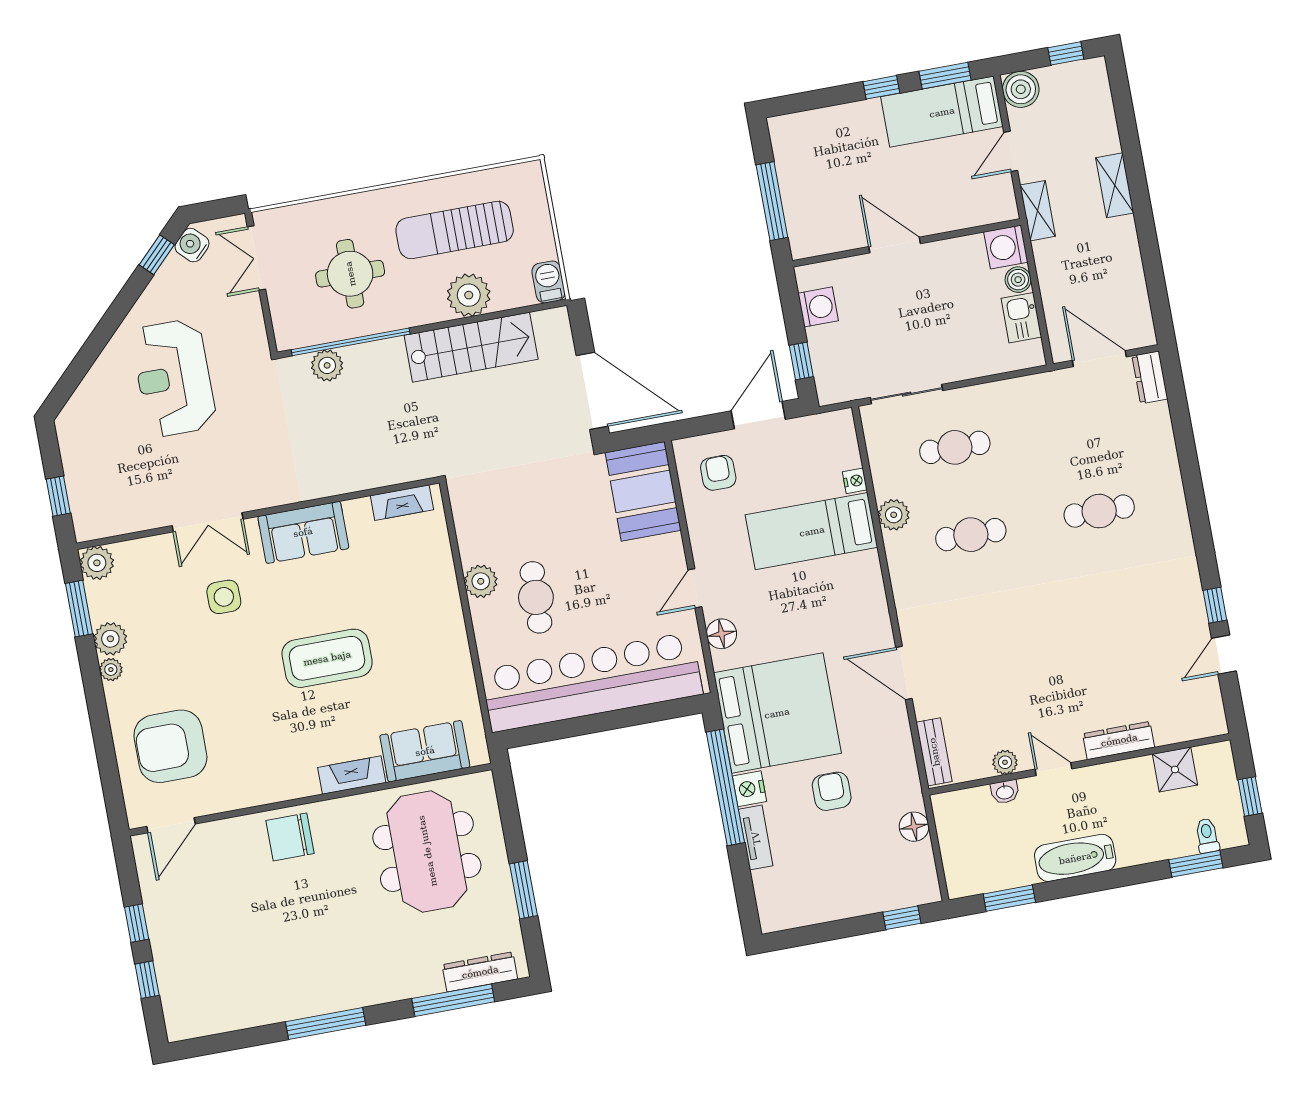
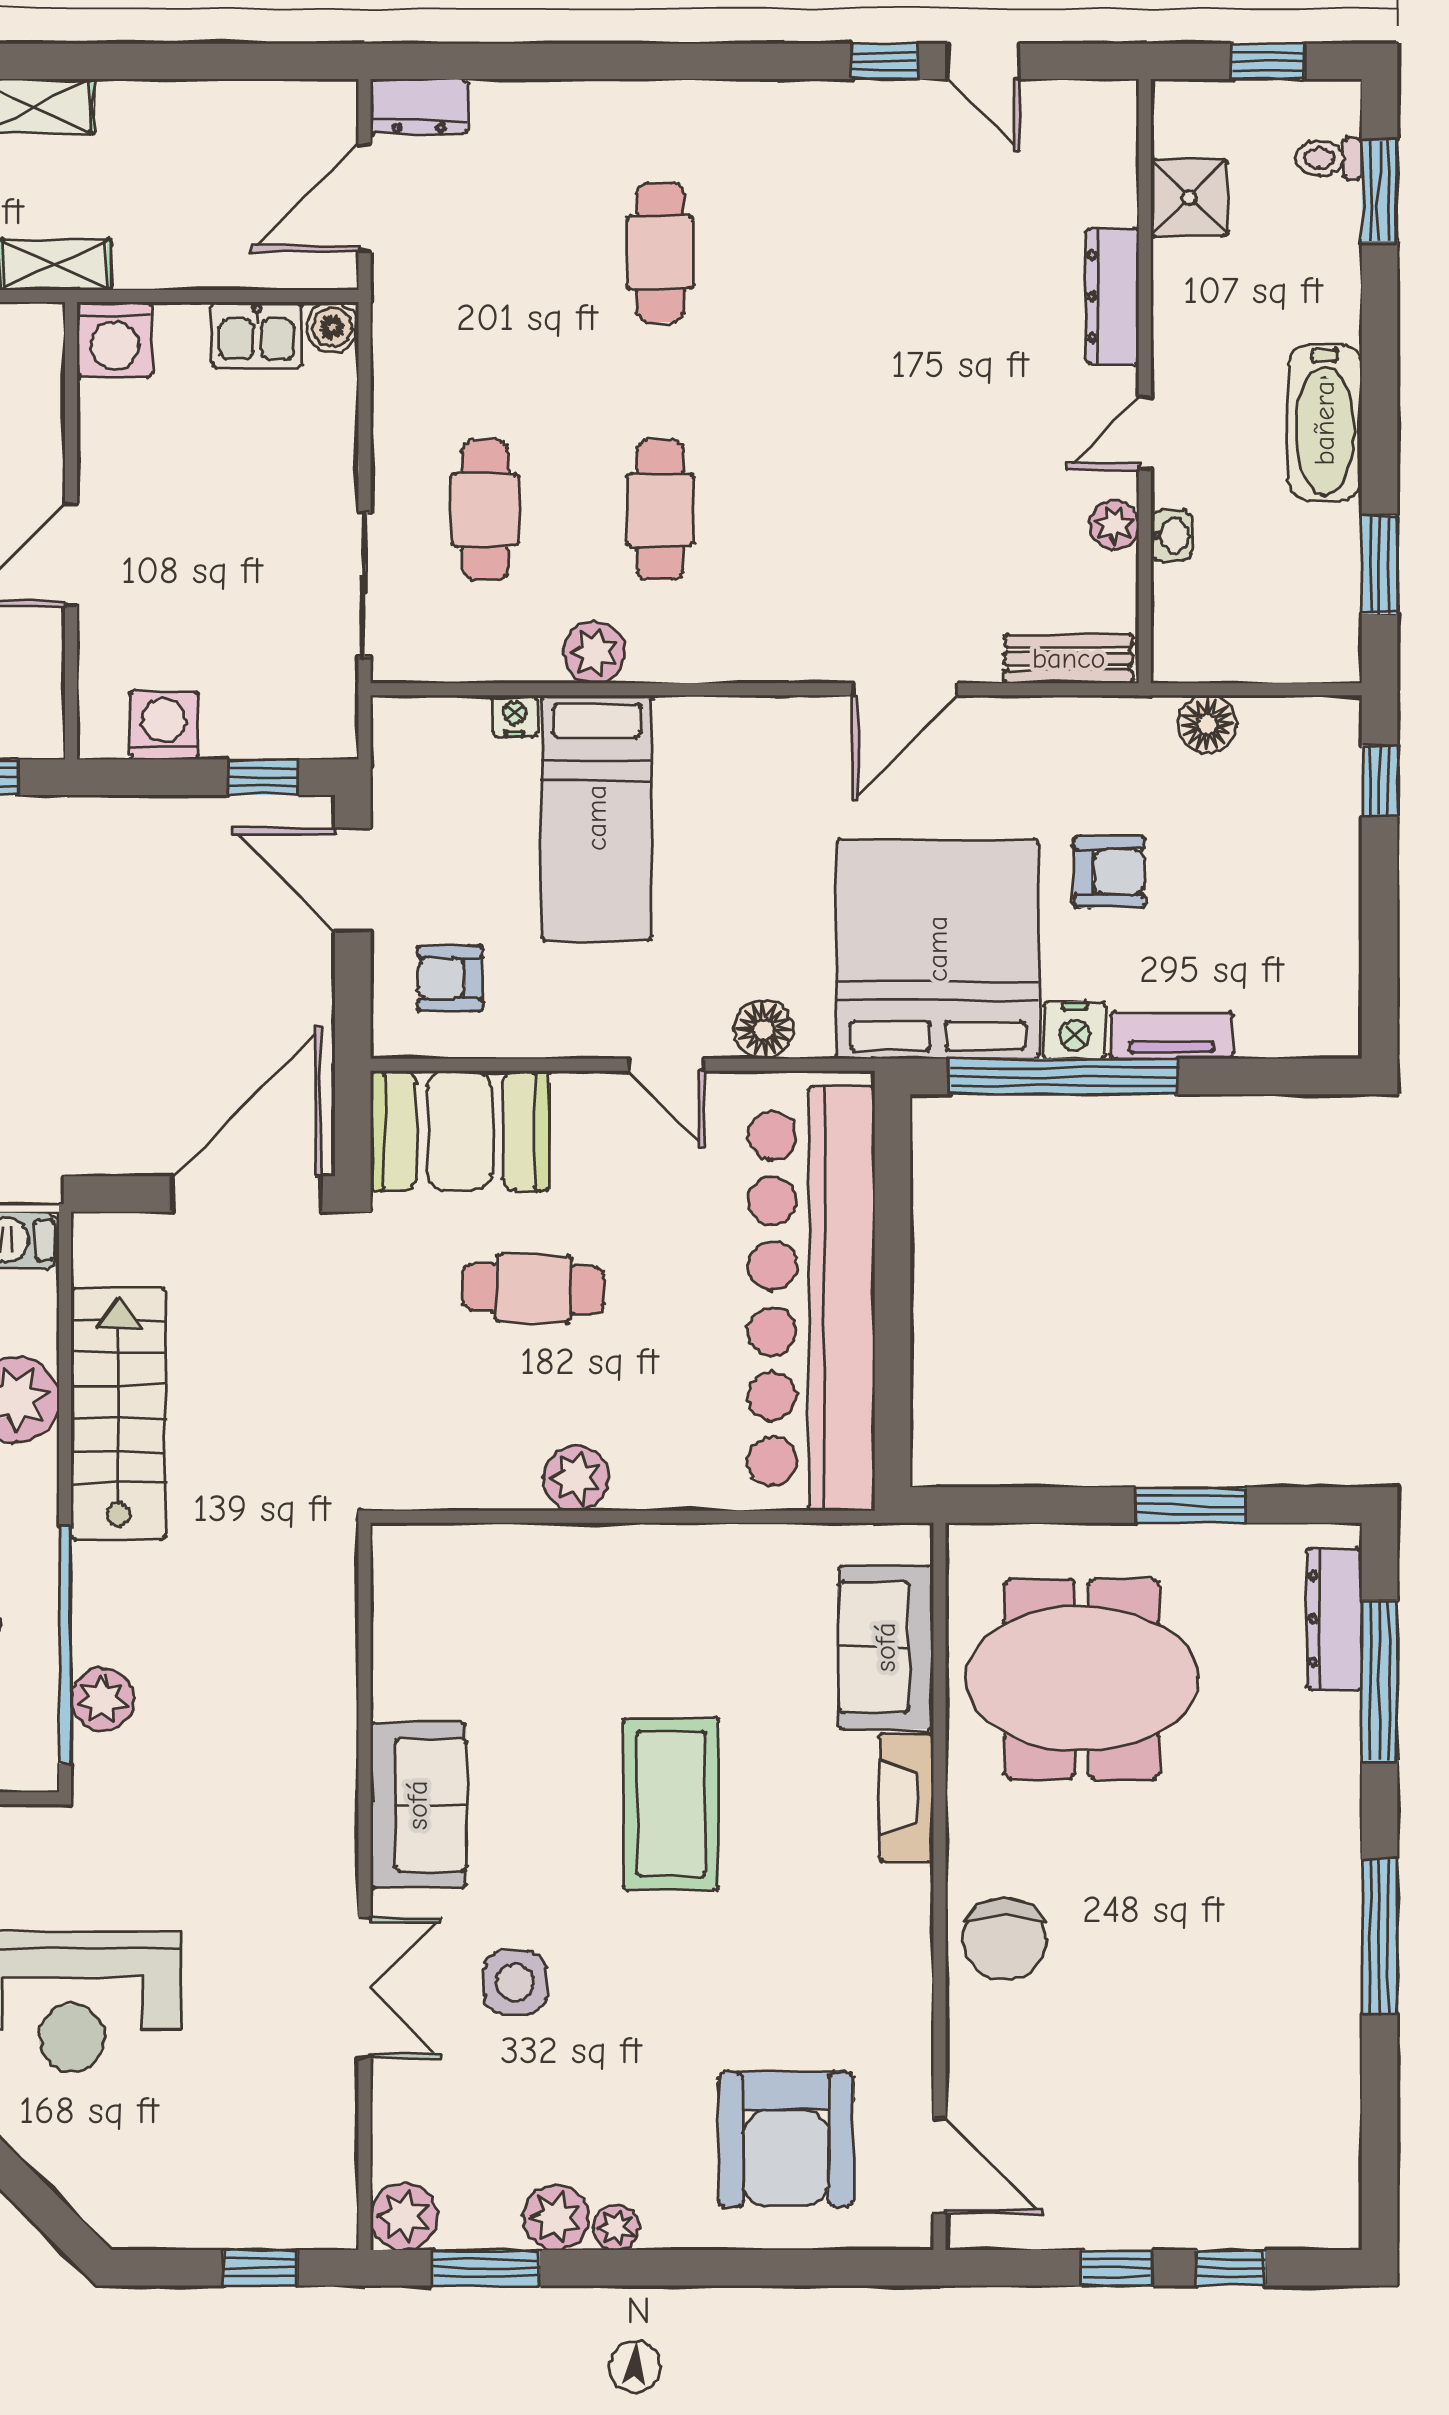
boiler: (1018, 280) -> (332, 327), moved
fireplace: (402, 503) -> (395, 1603), removed
cafe table: (536, 597) -> (533, 1288), moved
armchair: (832, 791) -> (1109, 872), turned 180

